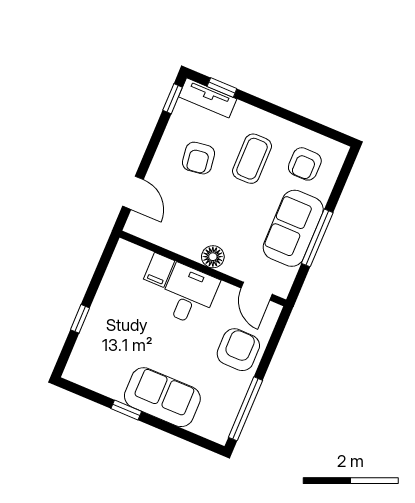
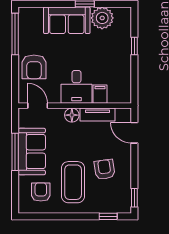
tv unit: (208, 98) -> (98, 115), moved, turned 180
coffee table: (252, 159) -> (73, 182), width x1.36, depth x1.32
plant: (110, 379) -> (102, 18), added

